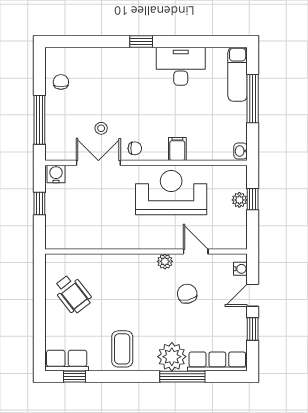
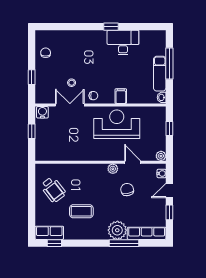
window: (141, 42) -> (111, 27), moved
exam couch: (238, 74) -> (160, 74), moved
window: (39, 120) -> (32, 77), width x0.46
plant: (239, 200) -> (161, 156), moved
coffee table: (122, 349) -> (81, 211), moved, turned 90

